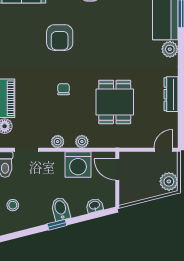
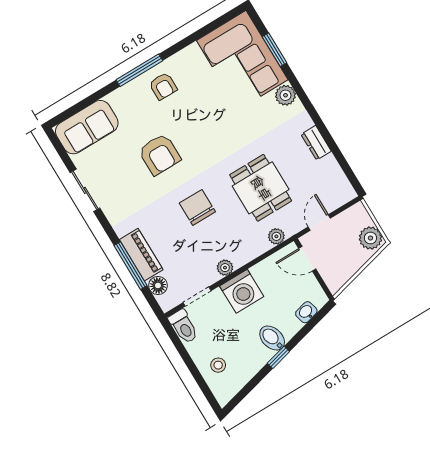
chair: (64, 89) -> (197, 207), width x1.87, depth x1.87
dresser: (171, 94) -> (316, 143), width x0.70
plant: (82, 142) -> (276, 236), moved
door: (163, 150) -> (319, 223), moved
washing machine: (78, 165) -> (242, 291), moved

